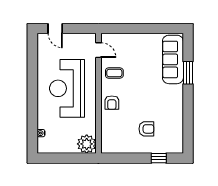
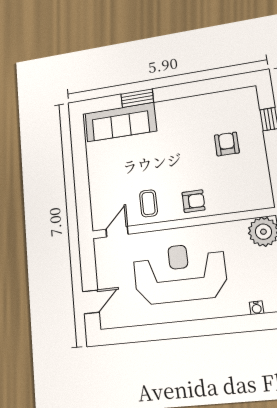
reception desk: (67, 88) -> (180, 273), turned 180

